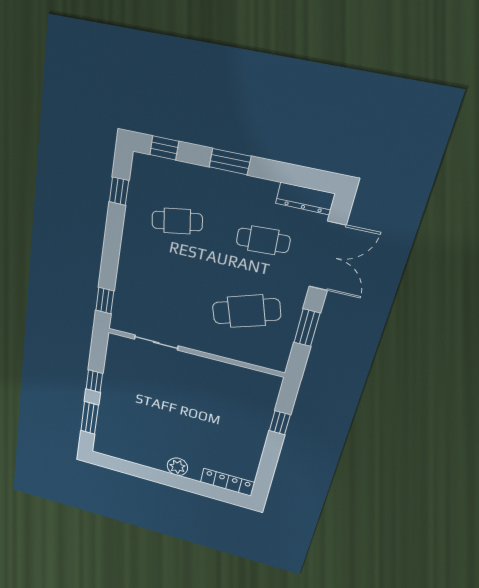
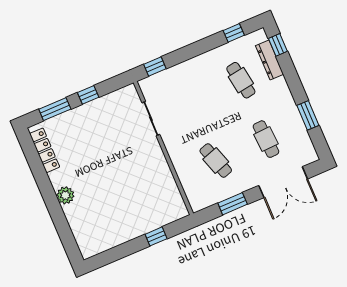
window: (230, 162) -> (308, 115), moved
dresser: (305, 199) -> (270, 60), moved
cafe table: (246, 311) -> (216, 161), width x0.73, depth x0.74
locker: (227, 482) -> (45, 150), moved

